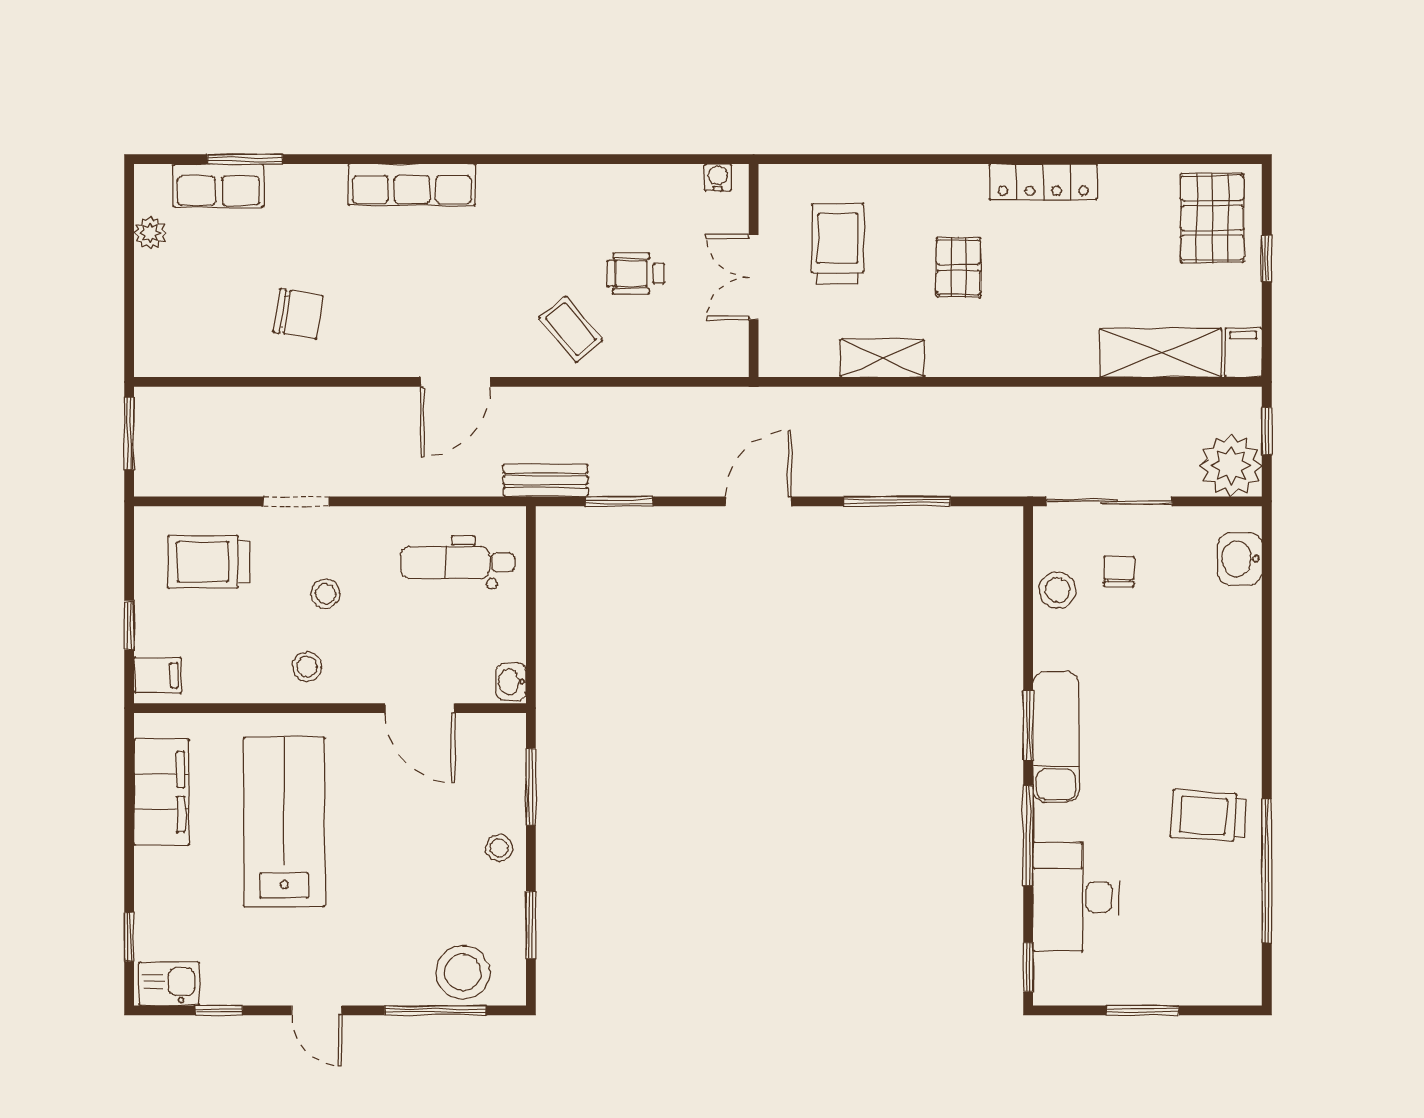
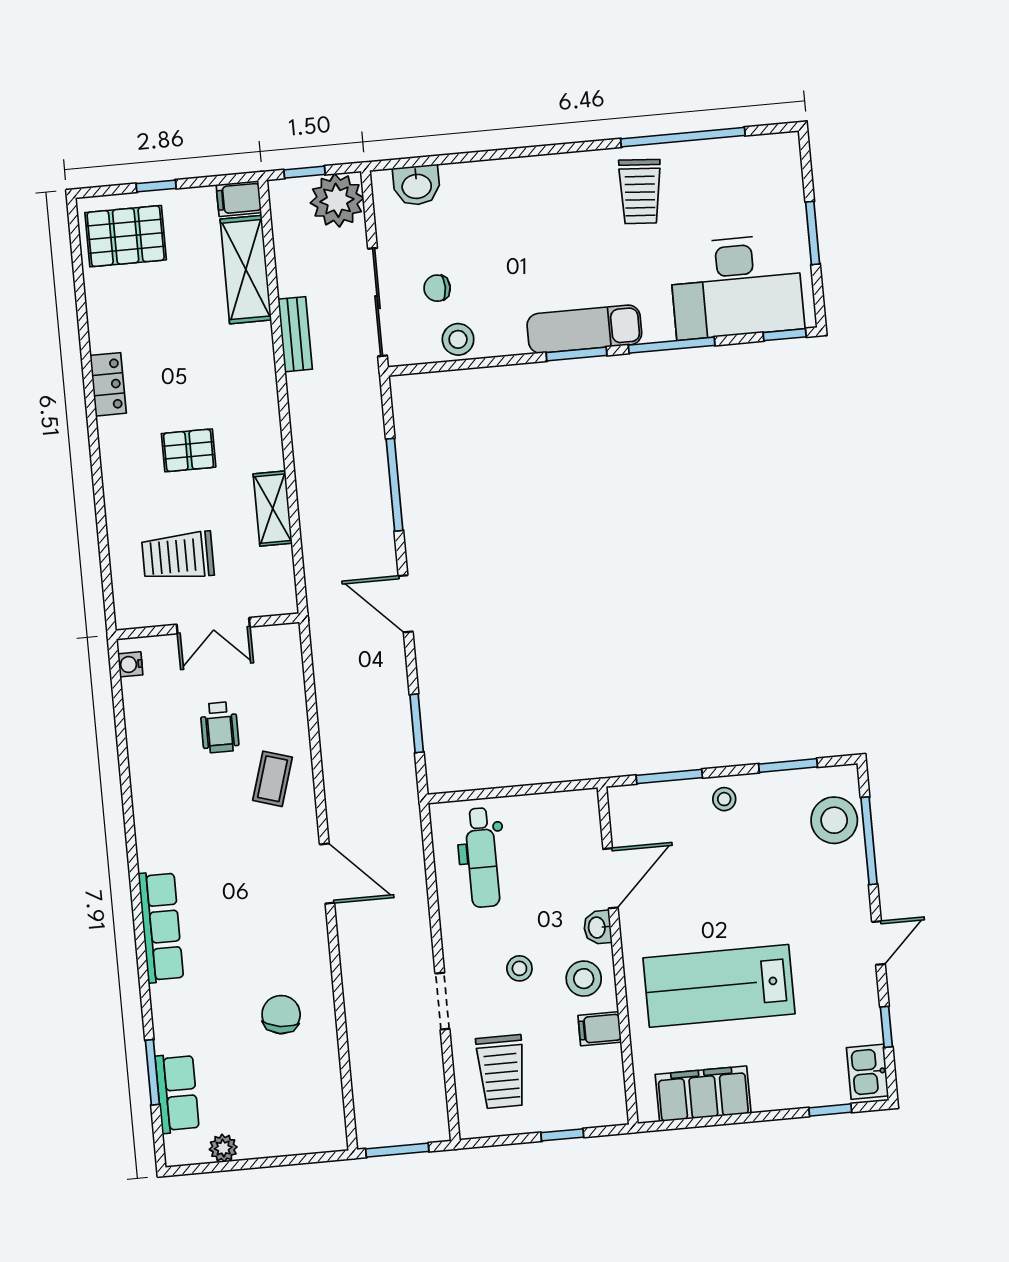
locker: (1043, 182) -> (108, 384), width x0.66
coffee table: (571, 329) -> (272, 779), turned -33
bench: (545, 480) -> (295, 334), moved
stool: (307, 667) -> (584, 979), width x1.37, depth x1.37
filing cabinet: (158, 675) -> (600, 1029), moved, turned -90
washbasin: (511, 682) -> (598, 927), moved, turned 90
desk: (1076, 897) -> (737, 287), width x1.36, depth x1.30

